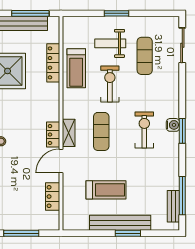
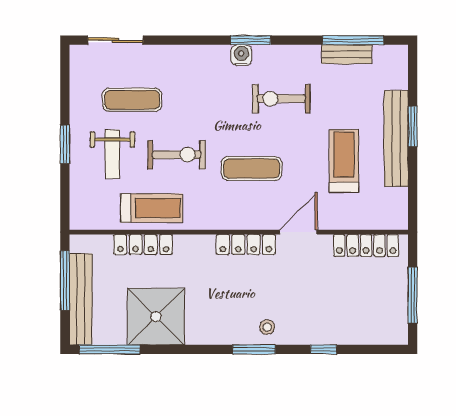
exercise bike: (110, 84) -> (177, 155), turned 180
exercise bike: (144, 130) -> (281, 99), moved
shelving: (69, 133) -> (254, 220), removed
locker: (53, 135) -> (246, 244), width x1.53
door: (61, 161) -> (298, 232), swing flipped
locker: (53, 197) -> (366, 245), width x1.53
bench: (173, 206) -> (347, 54), moved

